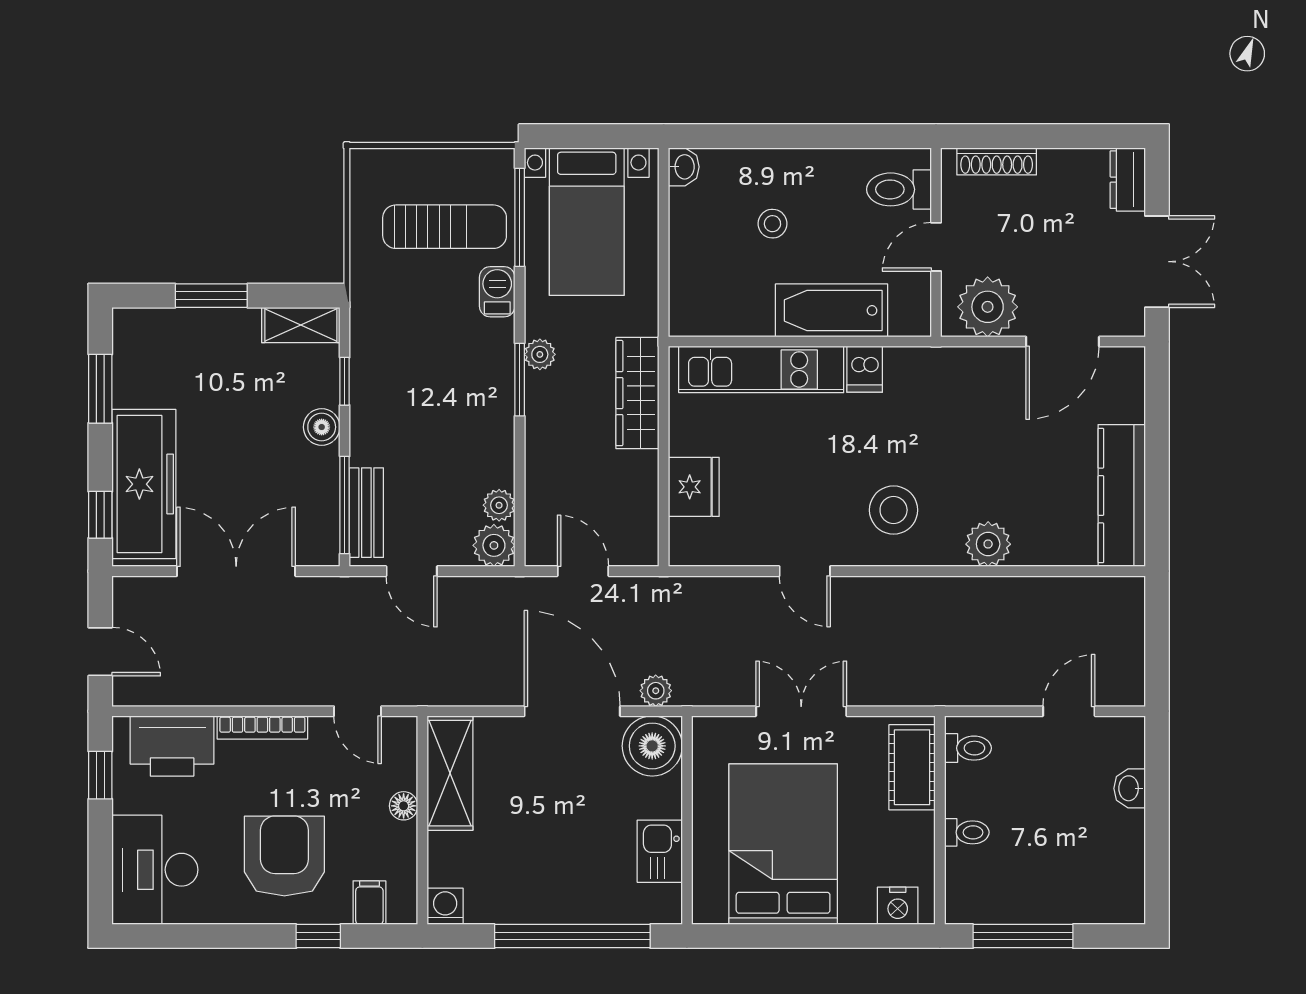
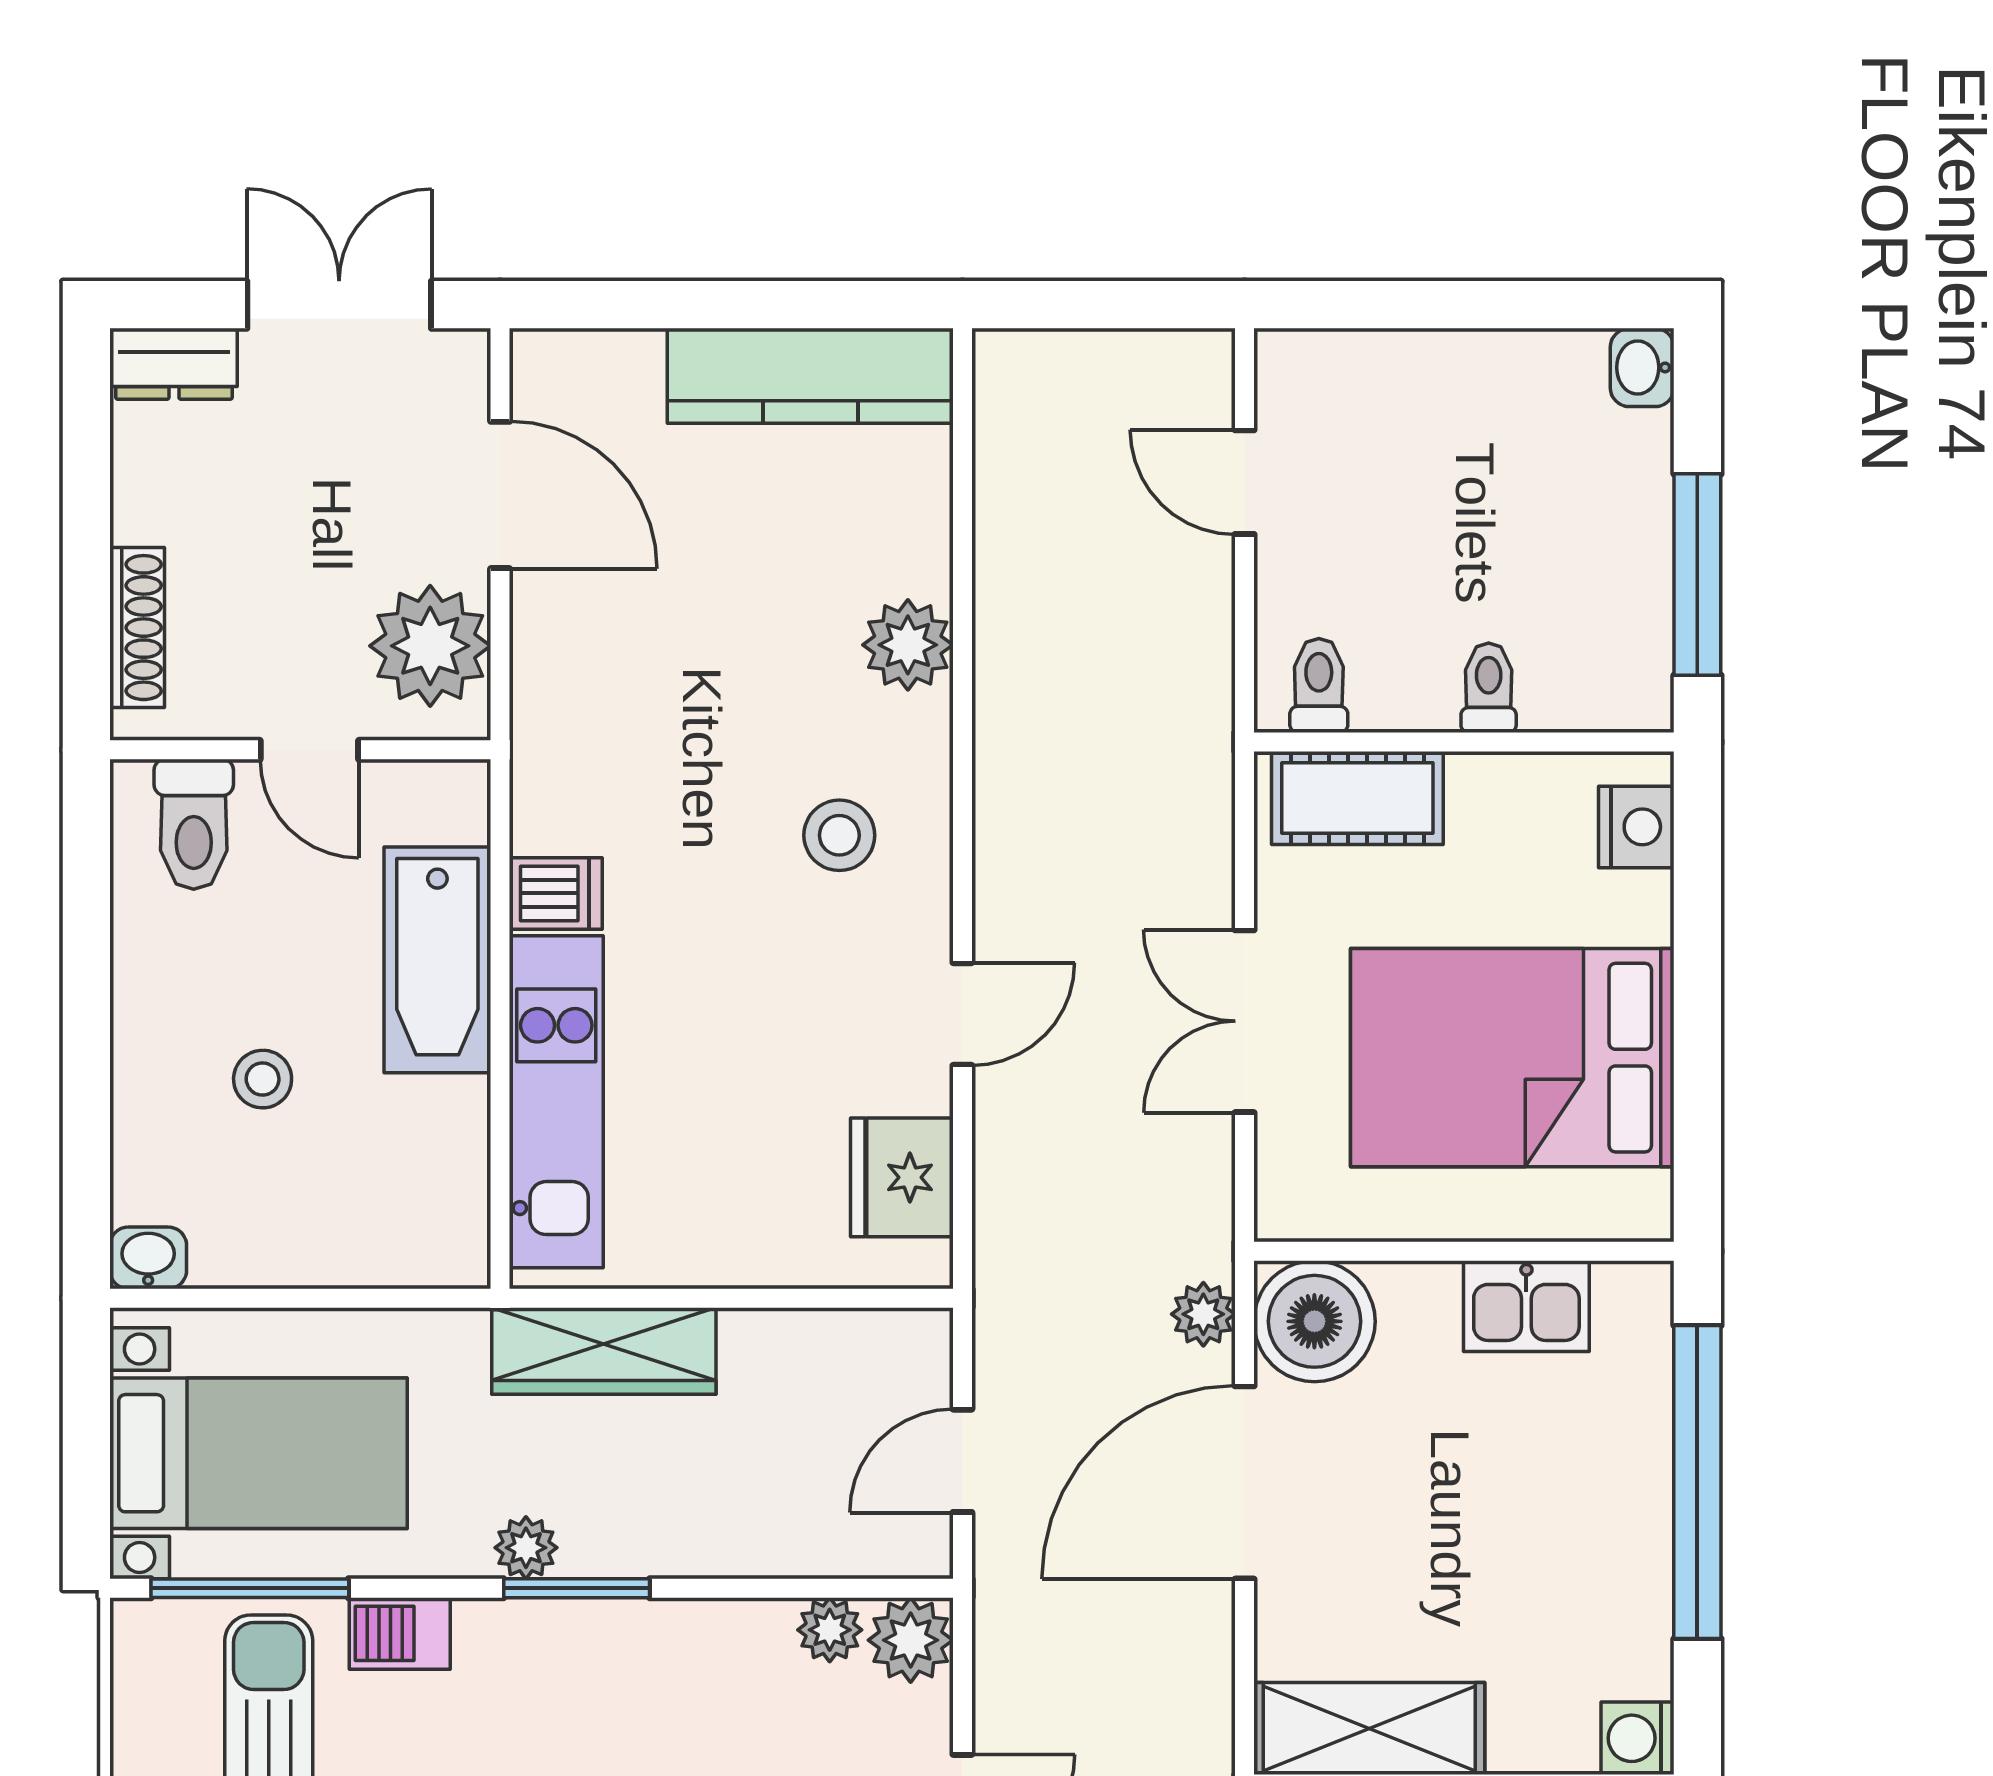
fridge: (694, 487) -> (902, 1177), moved, turned -90
stool: (894, 510) -> (839, 835), width x0.73, depth x0.73
washbasin: (1130, 788) -> (1642, 367), moved, turned 90

